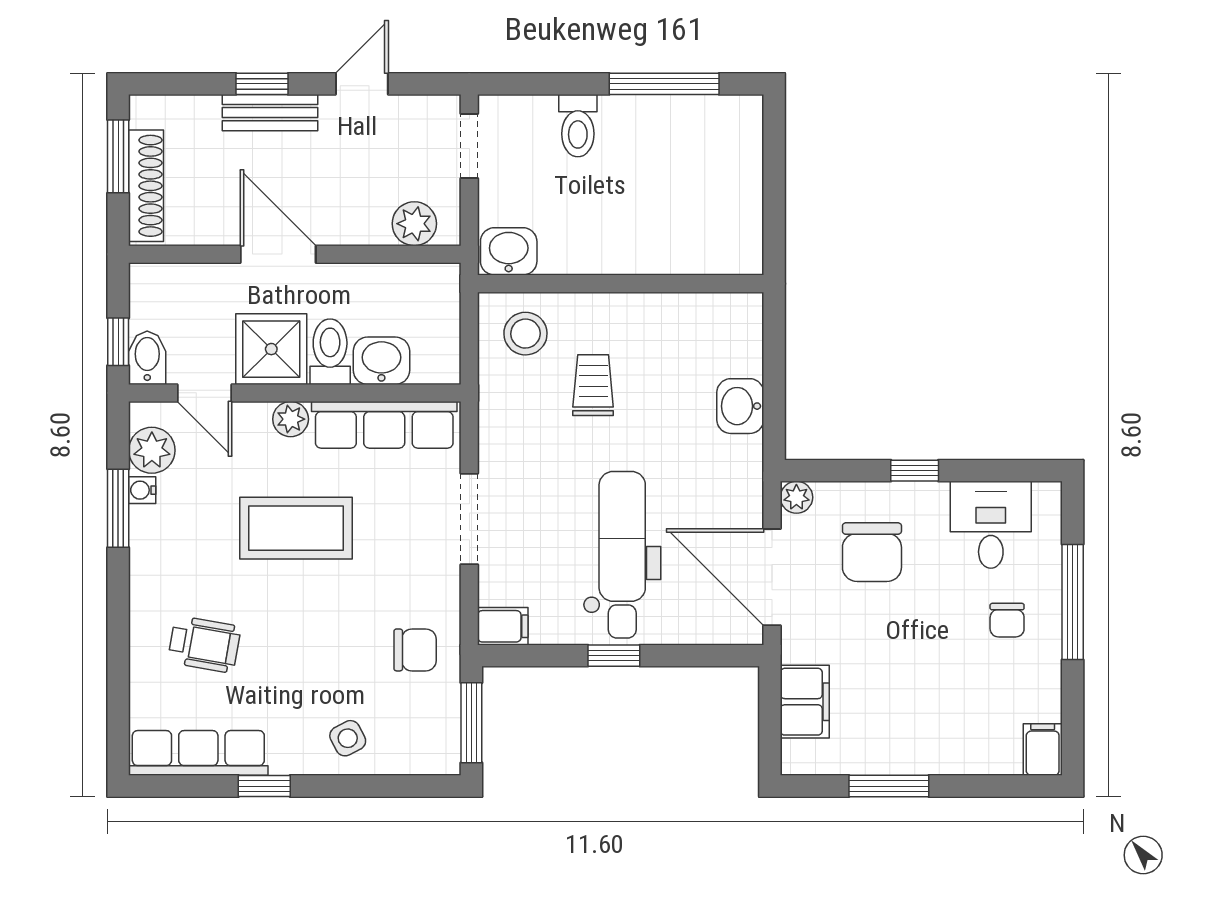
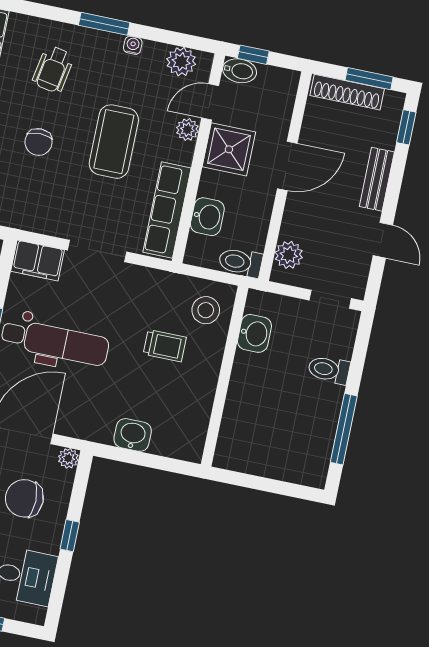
window: (262, 84) -> (406, 127), moved
washbasin: (509, 251) -> (254, 333), moved
toilet: (330, 352) -> (240, 262), moved, turned 180
plant: (291, 419) -> (187, 130), moved
water cooler: (142, 490) -> (133, 45), moved
window: (118, 508) -> (104, 24), moved
filing cabinet: (503, 626) -> (38, 261), width x2.00
chair: (415, 650) -> (39, 142), moved

